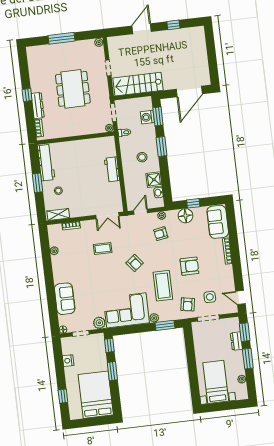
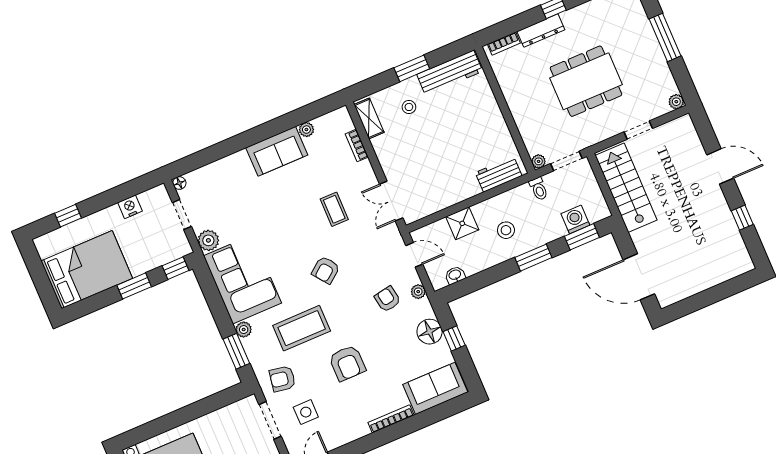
workbench: (112, 169) -> (499, 174), moved
shower: (154, 180) -> (462, 223), moved
sofa: (65, 299) -> (277, 151), moved

